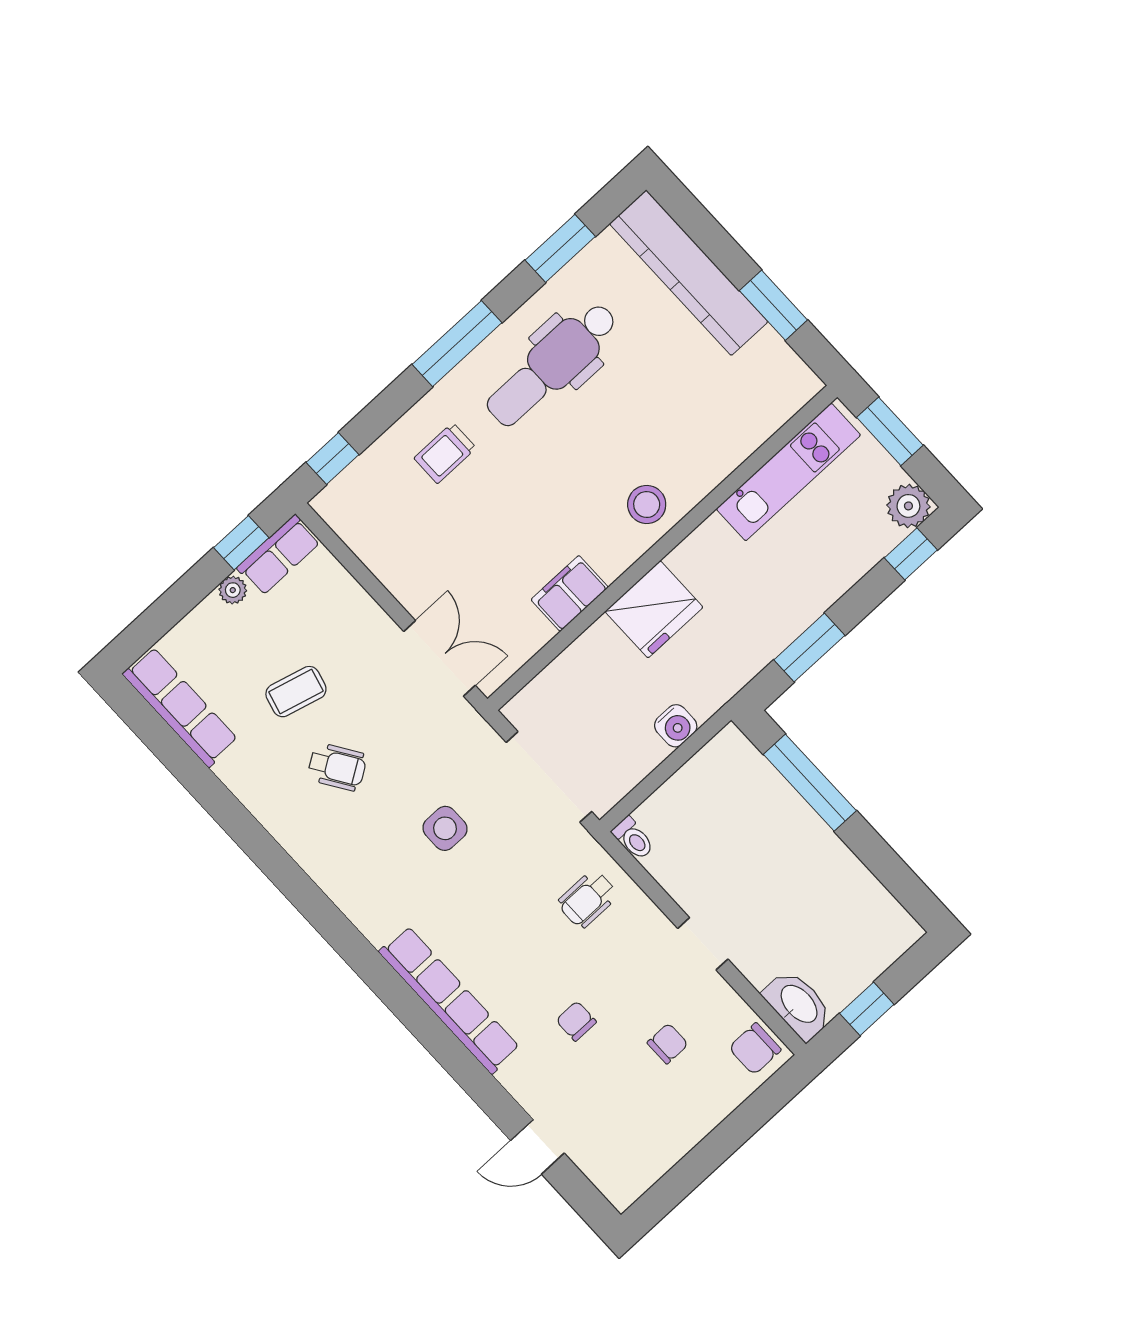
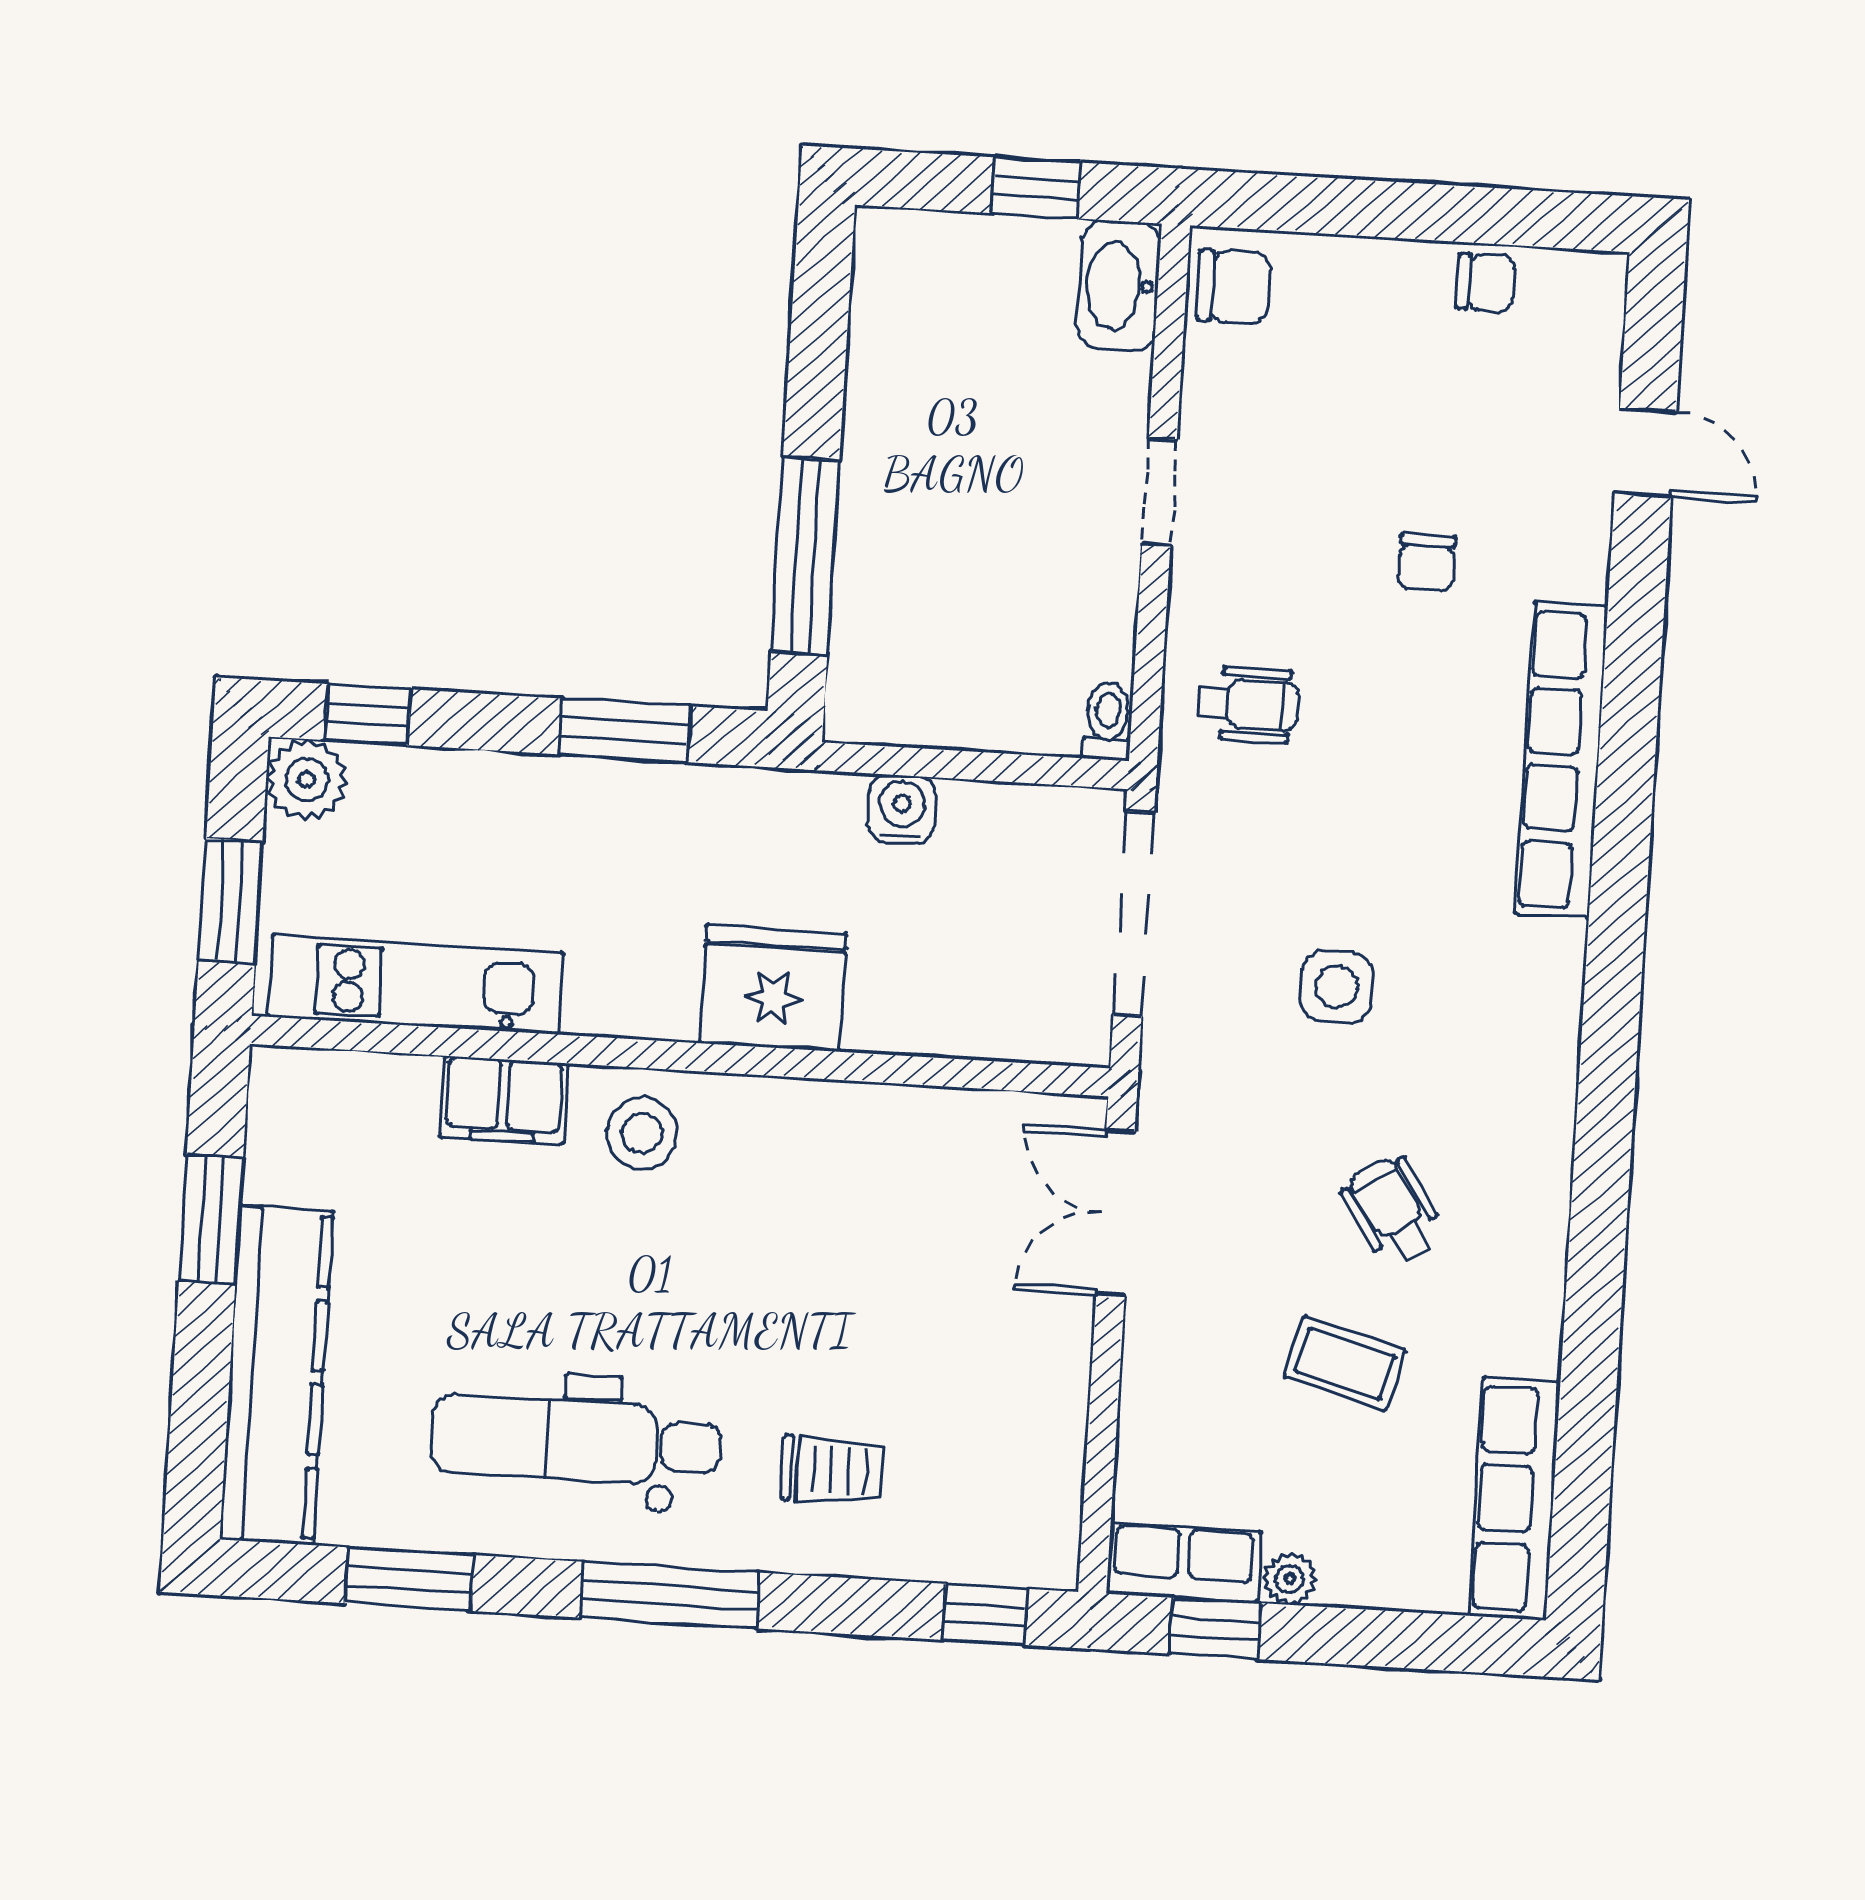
dental chair: (552, 364) -> (576, 1441), turned 180
filing cabinet: (570, 593) -> (504, 1100), moved
chair: (668, 1044) -> (1486, 282), moved, turned 180

